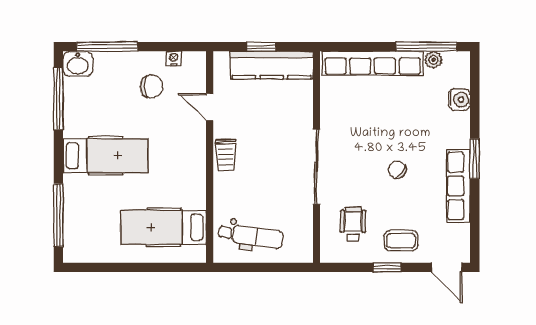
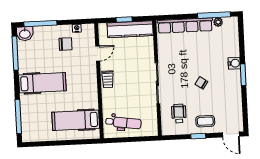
water cooler: (459, 100) -> (234, 63), moved
door: (210, 107) -> (98, 54), swing flipped
row of seats: (458, 186) -> (235, 90), removed

